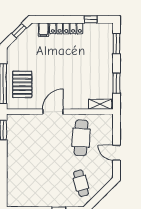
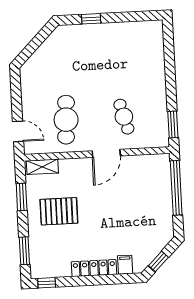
window: (91, 19) -> (47, 283), moved
pallet: (22, 84) -> (59, 211), moved, turned 90
door: (116, 153) -> (18, 131), moved
cafe table: (81, 183) -> (124, 117), moved

